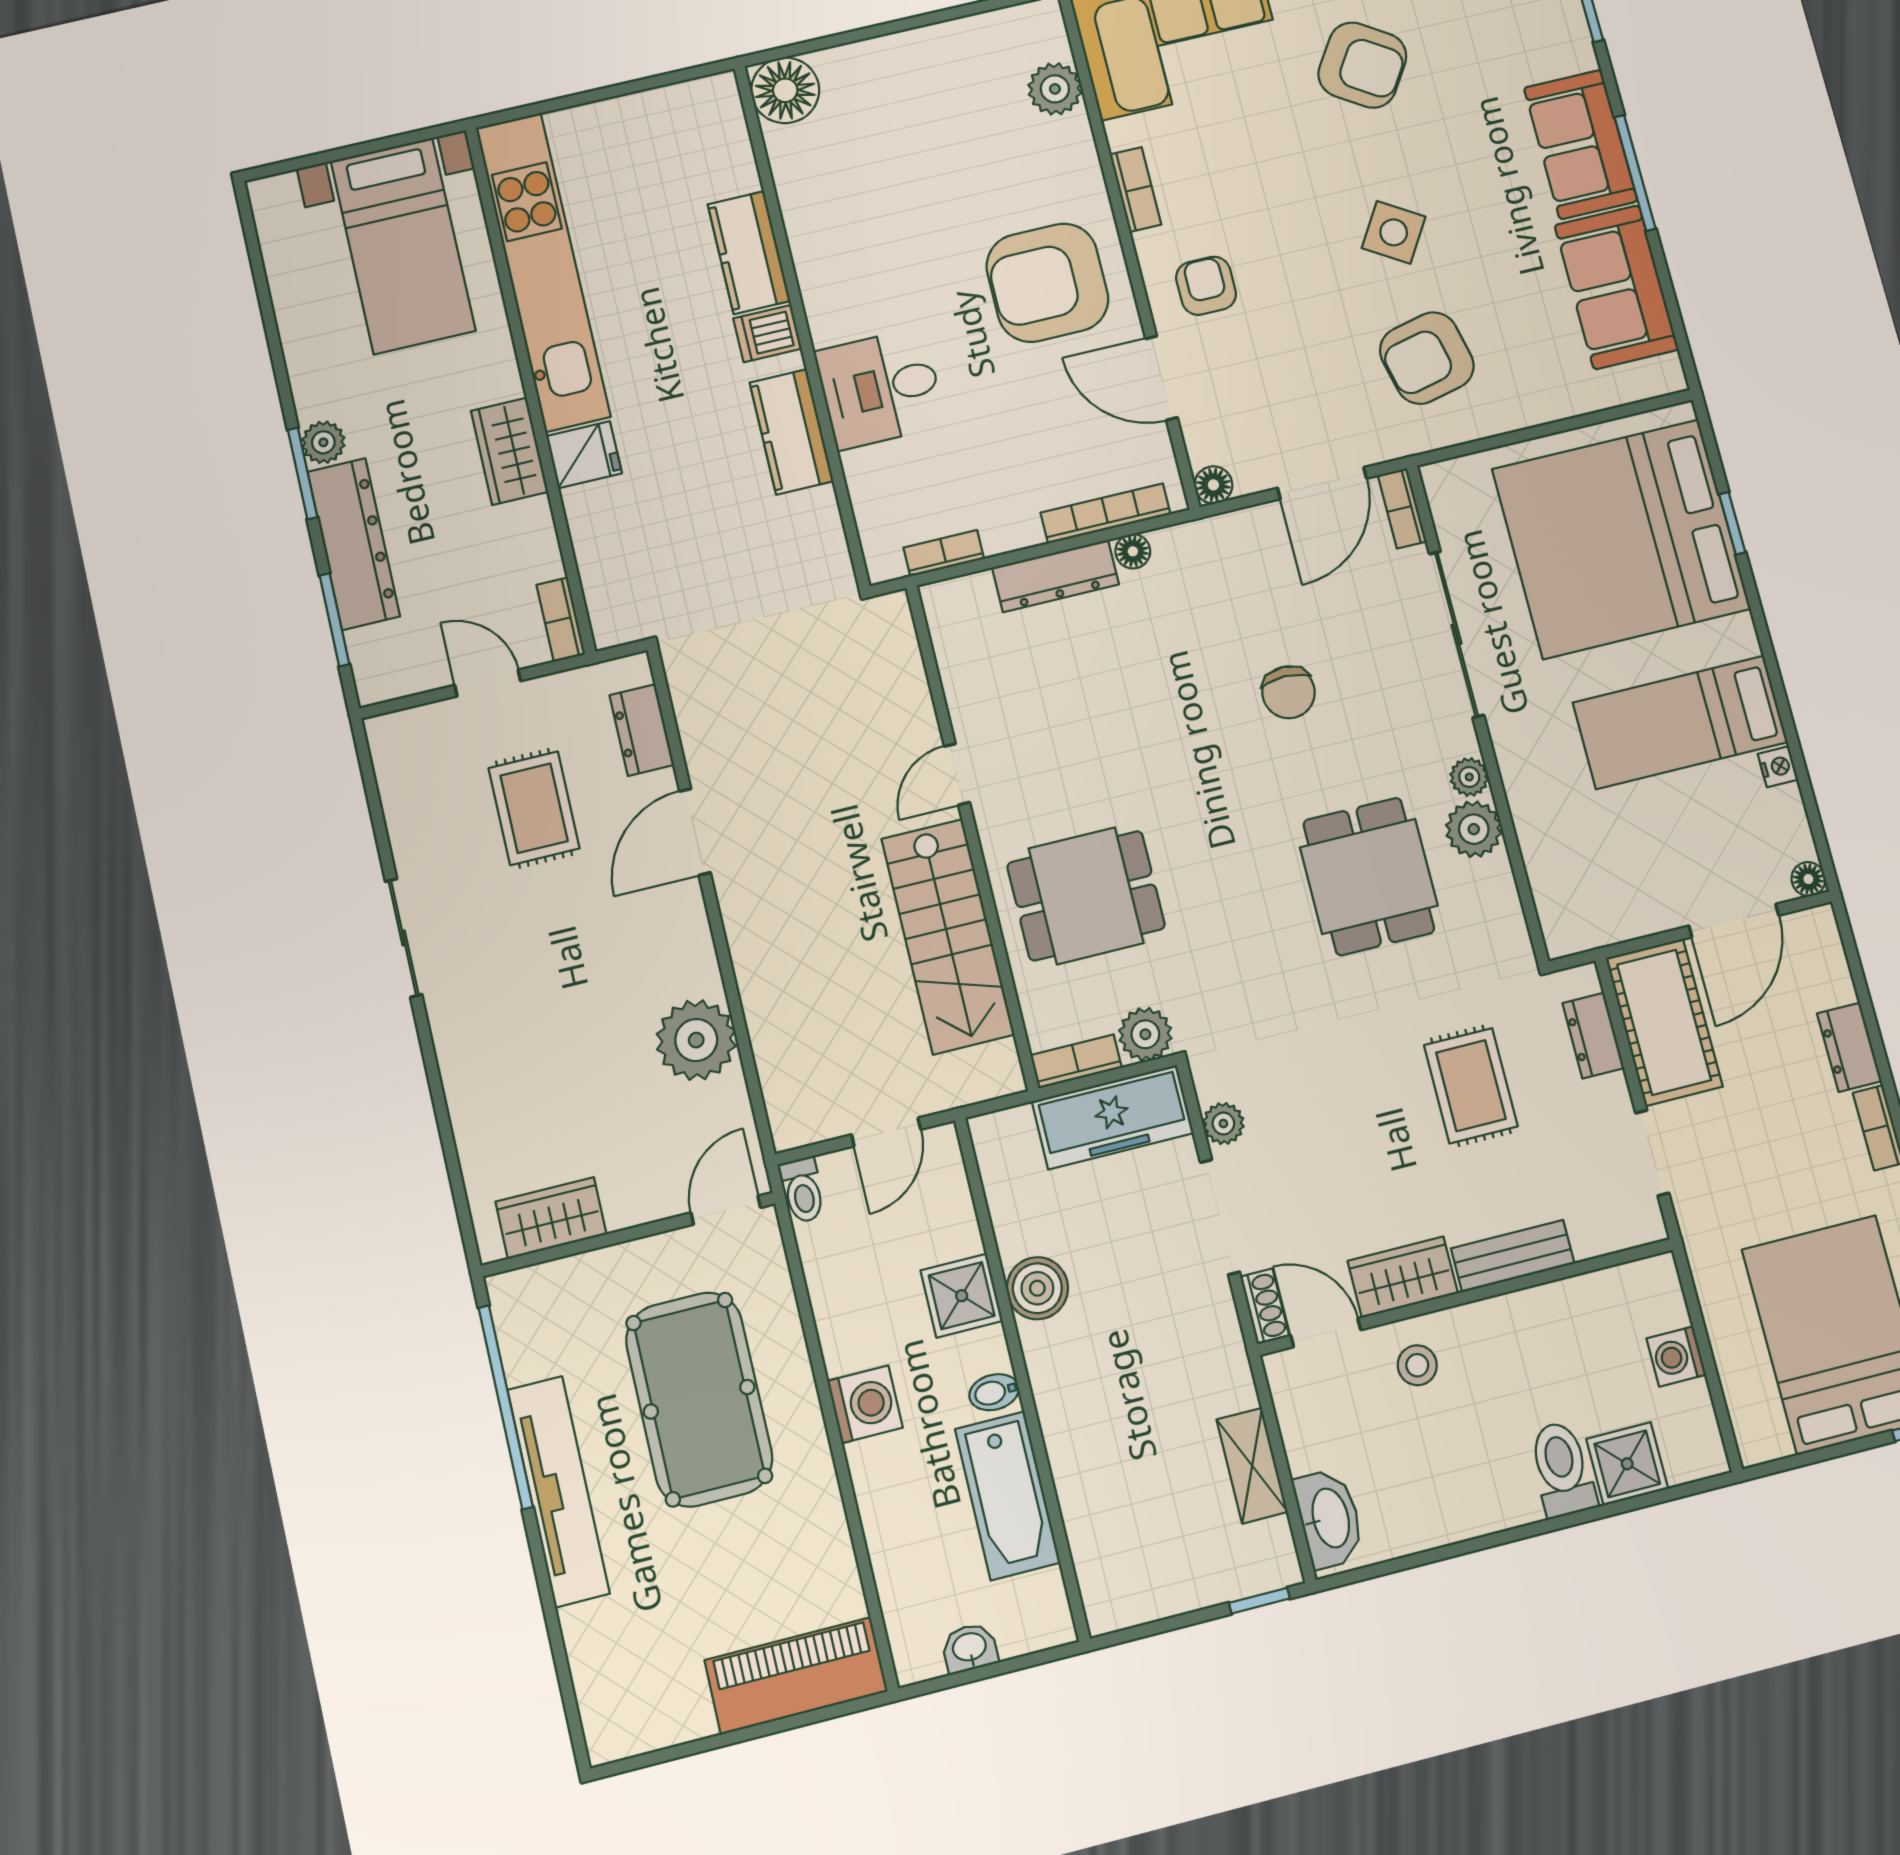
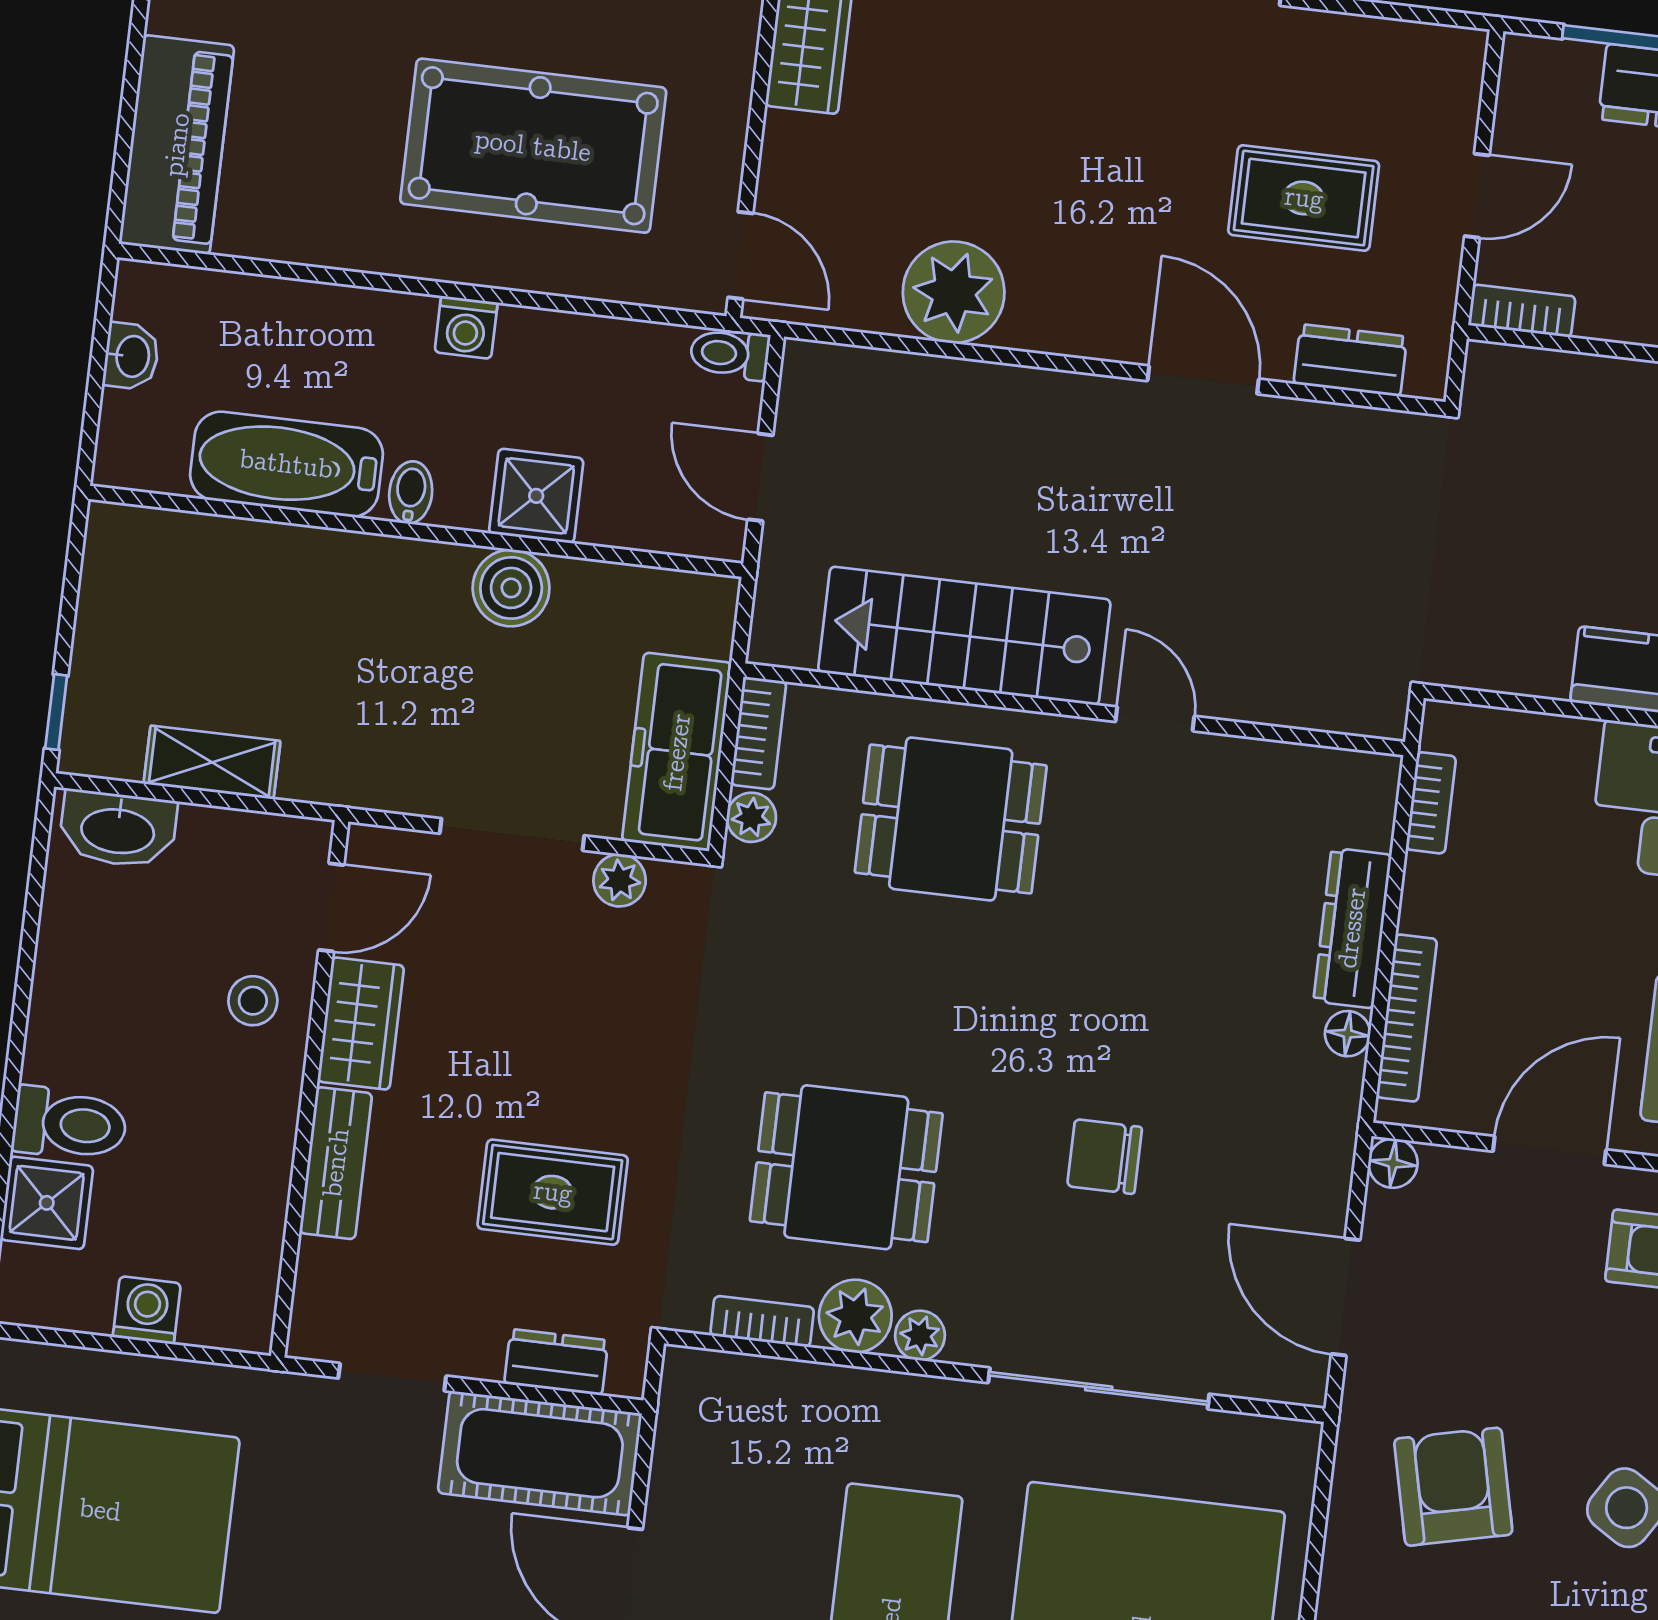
bookcase: (1402, 508) -> (762, 1321), moved
dining table: (1086, 896) -> (951, 819), turned 90
plant: (1145, 1034) -> (751, 817), width x0.73, depth x0.73
shoe rack: (1265, 1306) -> (389, 848), removed
washing machine: (865, 1404) -> (466, 327), width x0.73, depth x0.73

